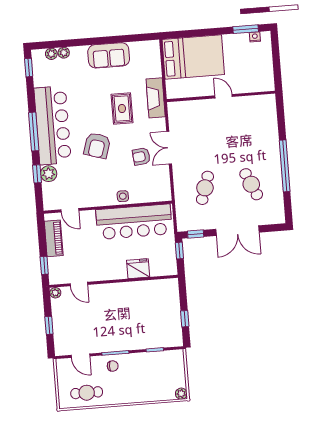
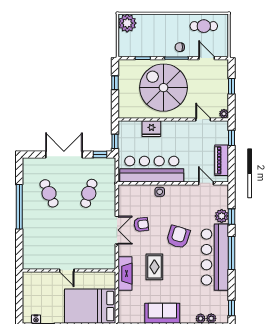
spiral stairs: (128, 318) -> (163, 88), added
plant: (181, 394) -> (127, 23), width x1.87, depth x1.87

